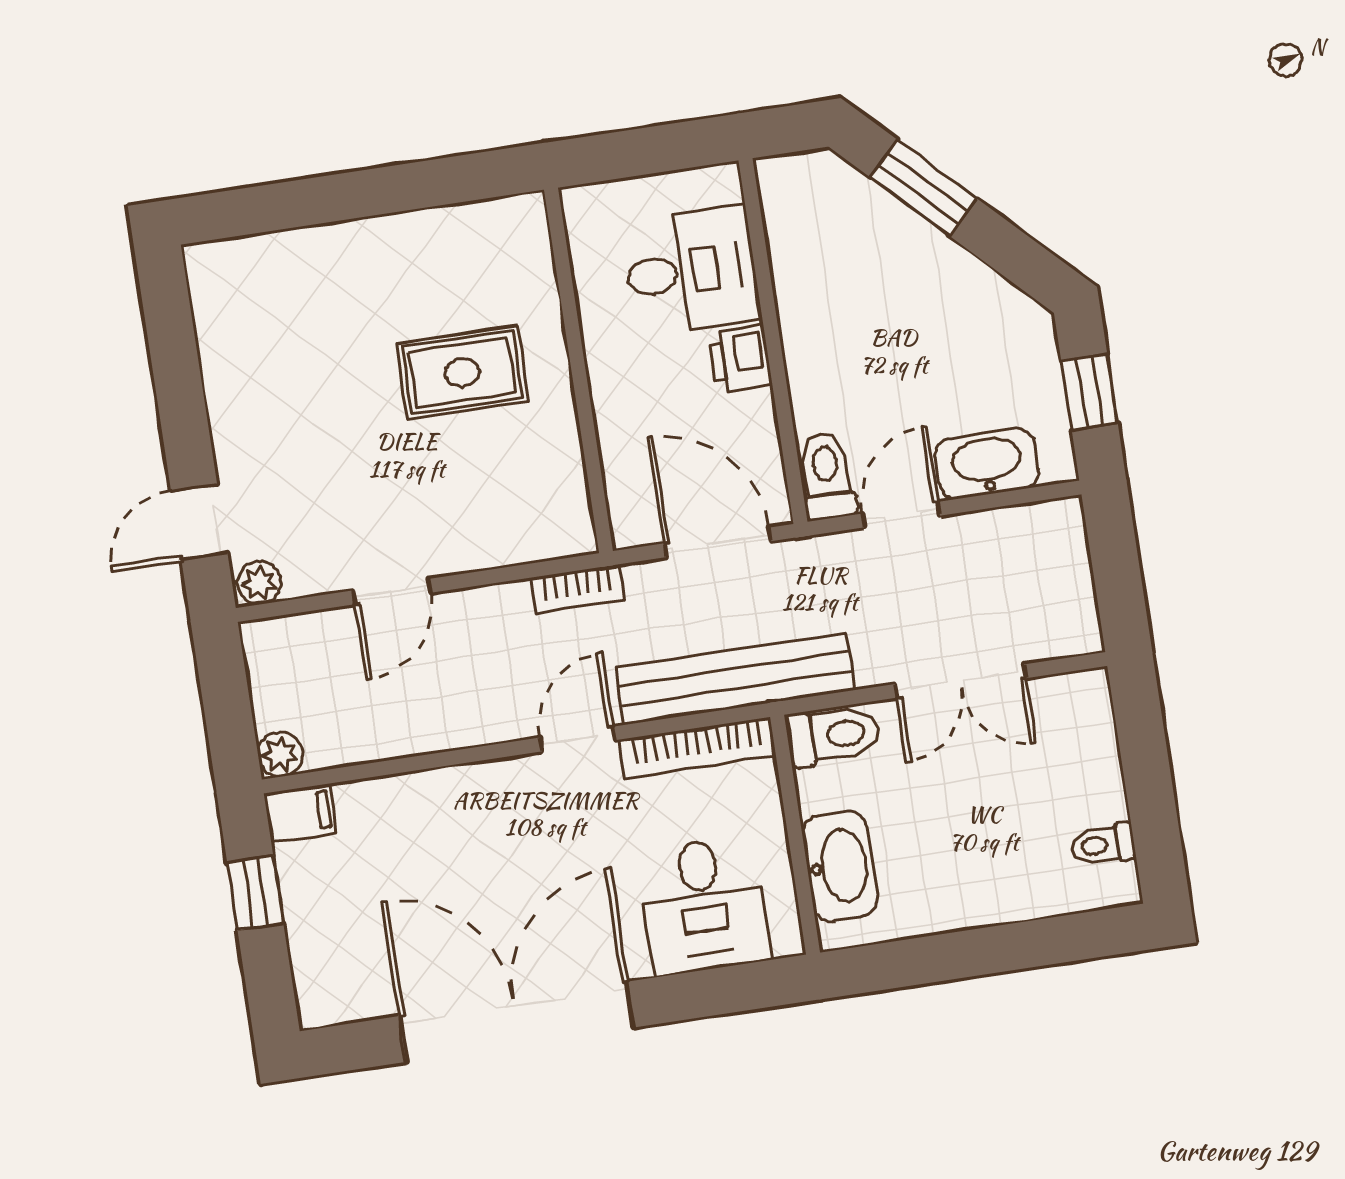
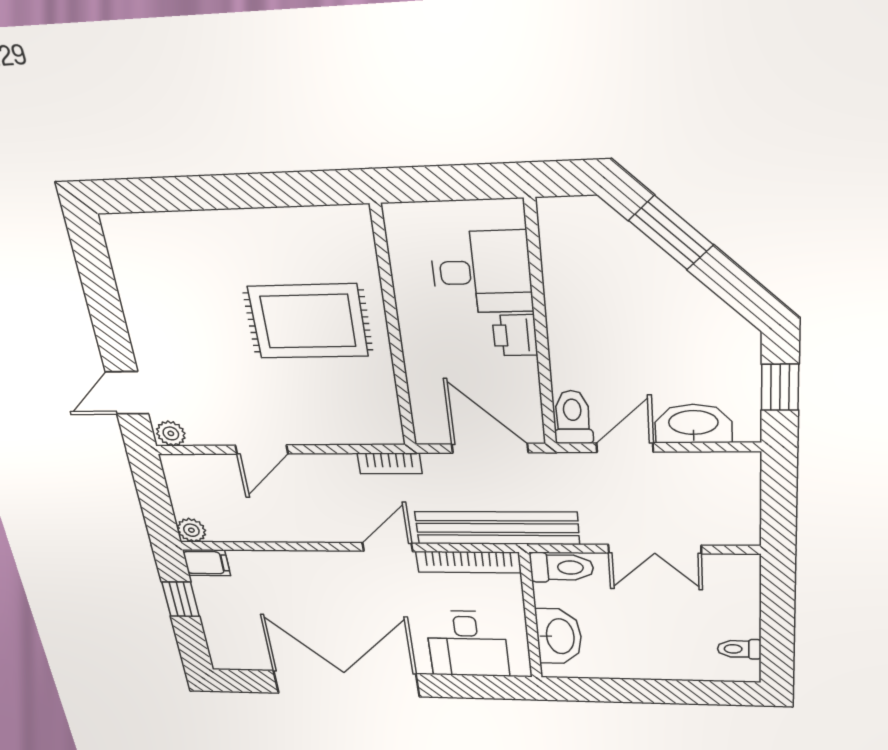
rug: (462, 372) -> (308, 321), width x1.36, depth x1.43

